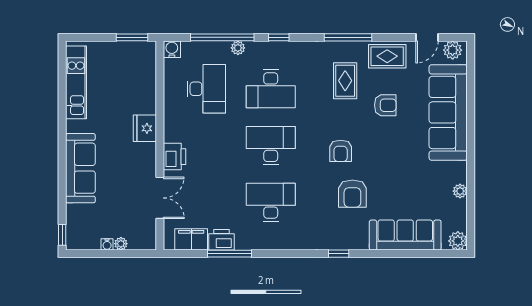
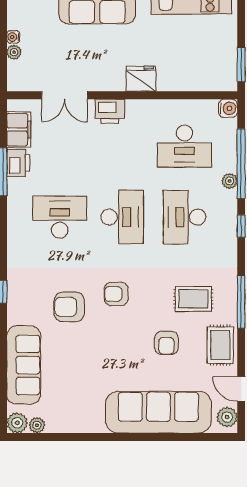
plant: (460, 191) -> (37, 425), moved
desk: (271, 202) -> (60, 217), turned -90

